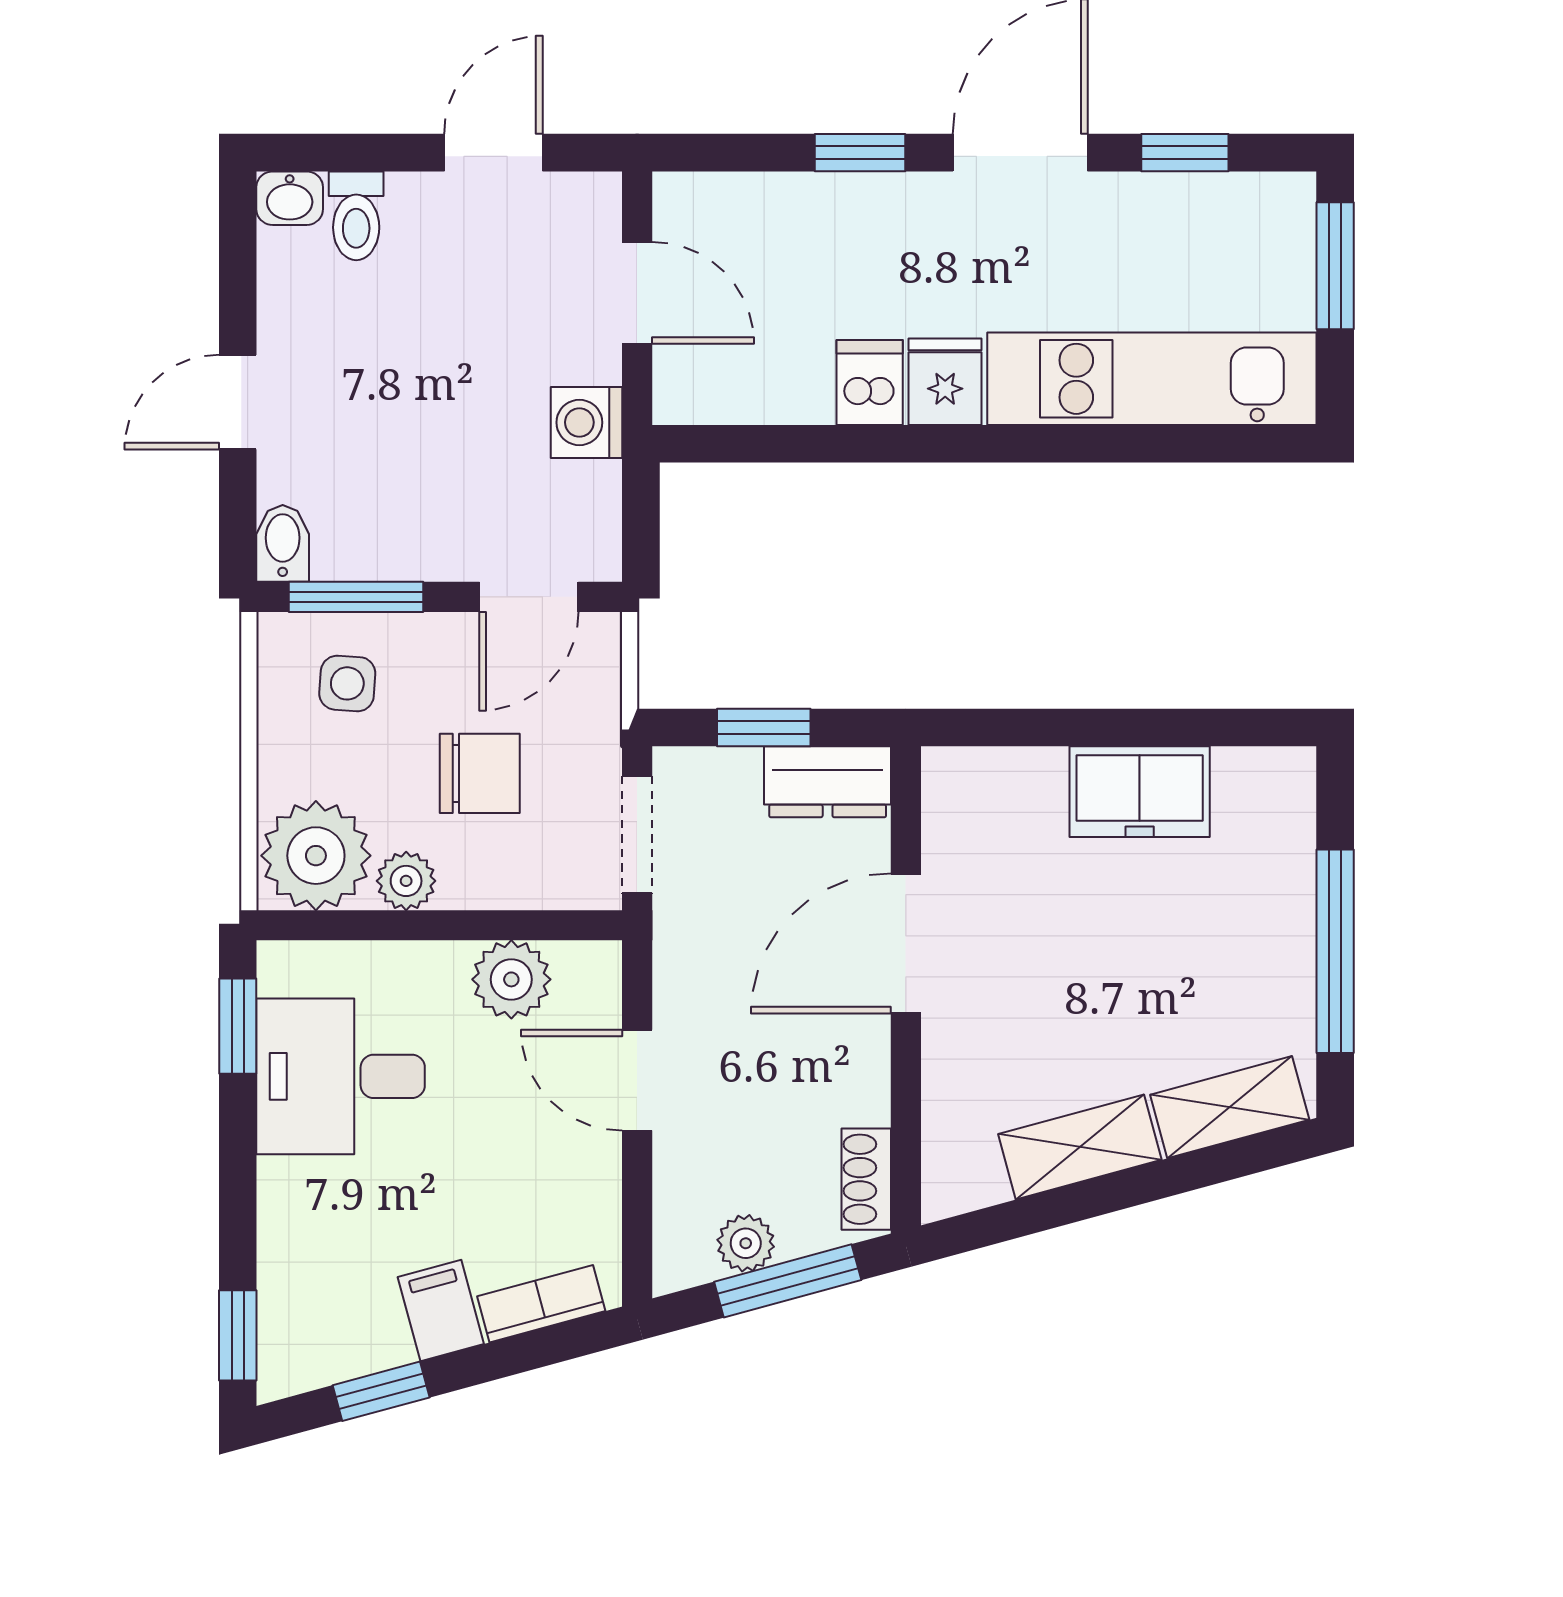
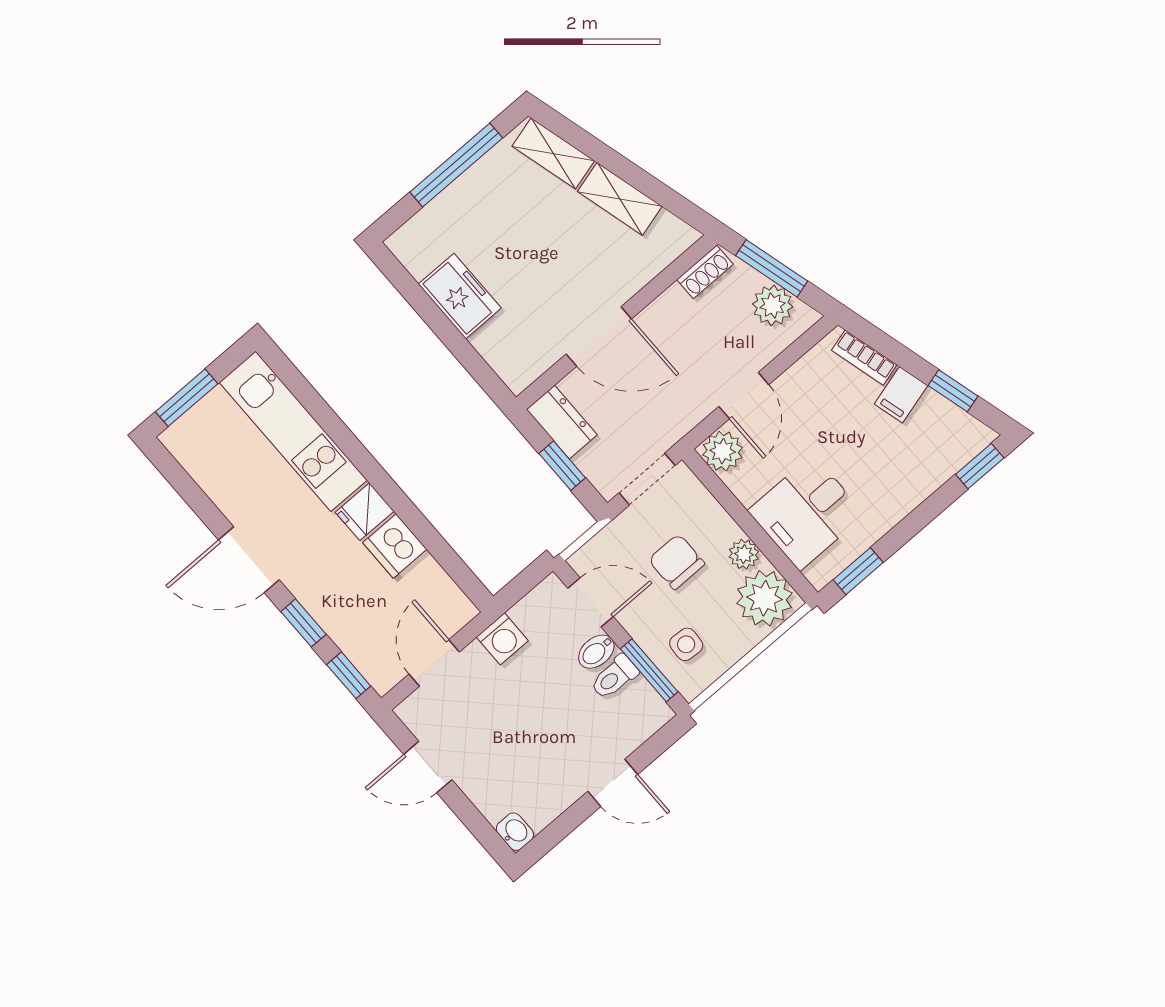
window: (1185, 153) -> (349, 675), moved
toilet: (356, 216) -> (614, 677), moved, turned 180
dishwasher: (870, 383) -> (395, 546), width x1.38
bidet: (283, 543) -> (596, 652), moved
plant: (511, 979) -> (723, 451), moved
desk: (341, 1076) -> (806, 513), moved, turned 90
plant: (746, 1243) -> (773, 305), width x1.38, depth x1.38

